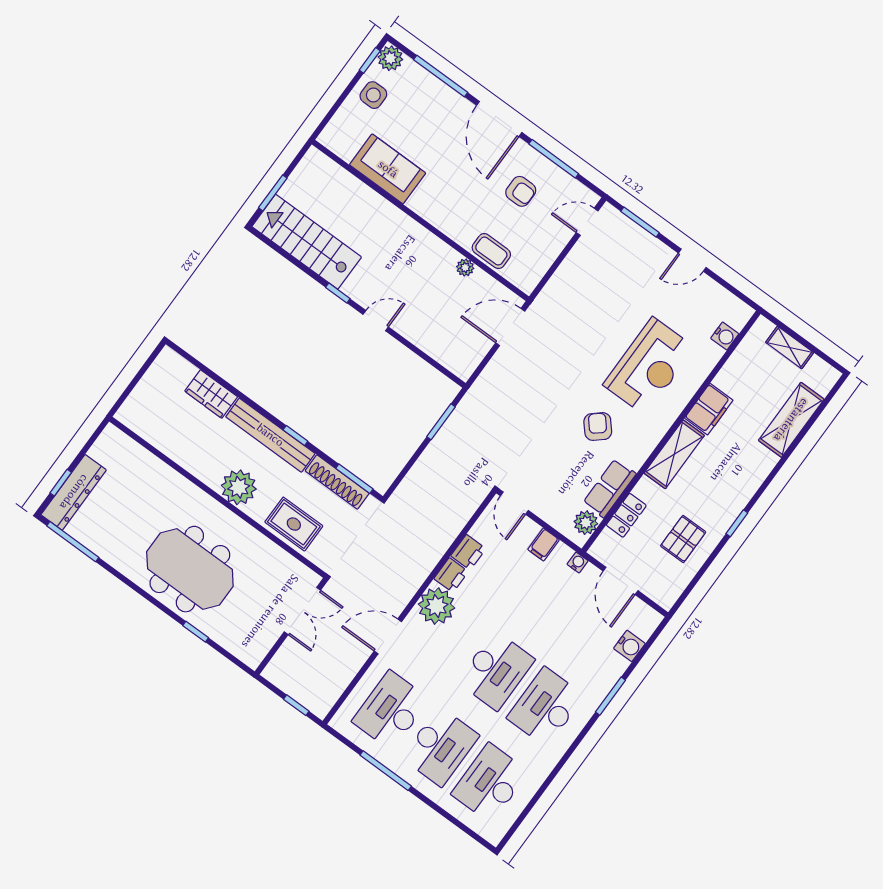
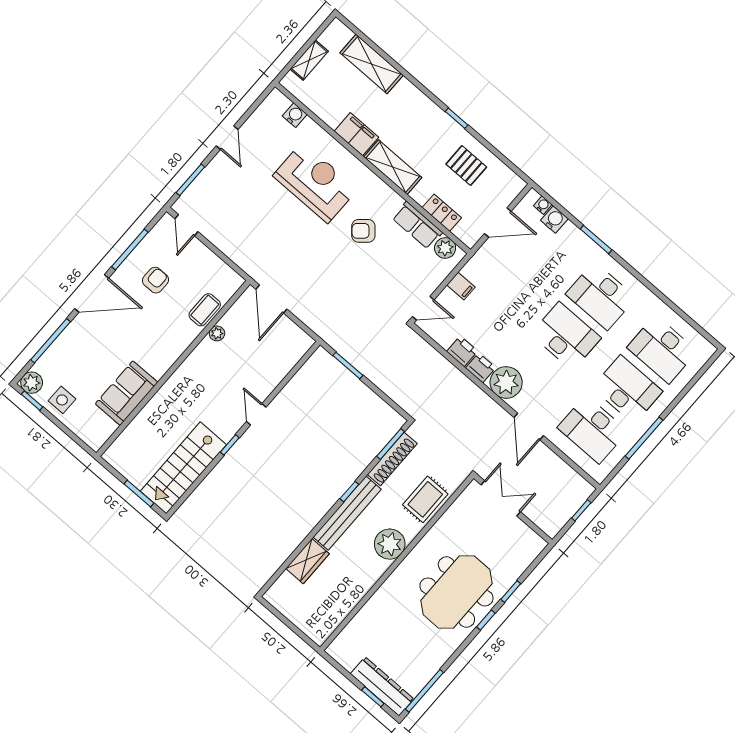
water cooler: (578, 562) -> (543, 205), moved, turned 90
window: (160, 606) -> (486, 620), added

